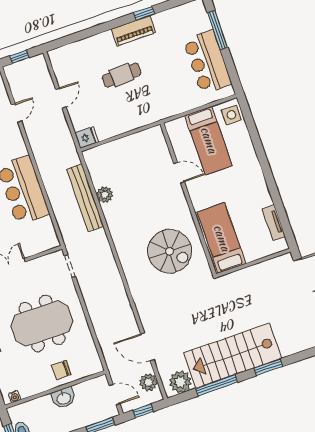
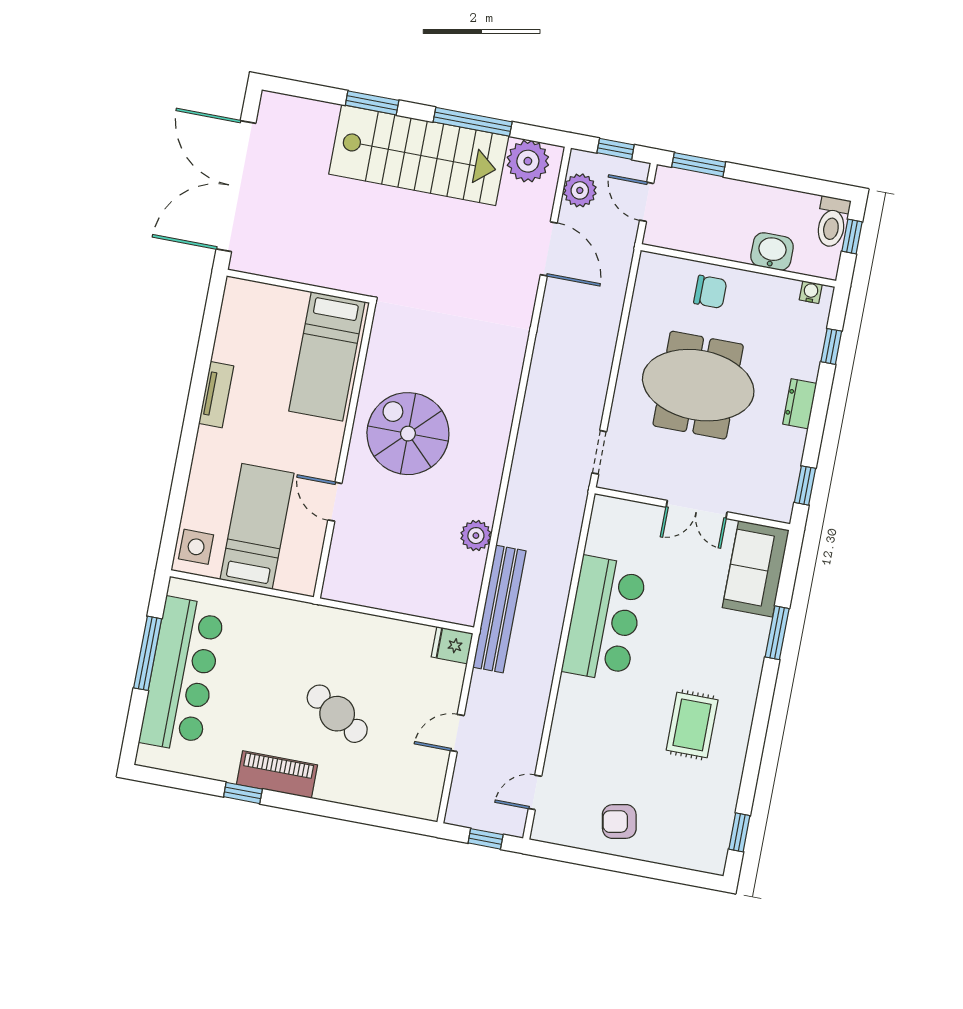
window: (218, 30) -> (148, 653), moved
bar counter: (207, 62) -> (182, 675), width x1.36
cafe table: (122, 75) -> (337, 714), turned 34
door: (16, 113) -> (535, 792), moved
bench: (85, 198) -> (499, 609), moved
tv unit: (274, 223) -> (216, 395), moved
spiral stairs: (170, 251) -> (408, 434), moved
washbasin: (64, 398) -> (772, 251), moved

